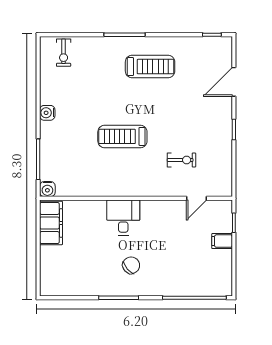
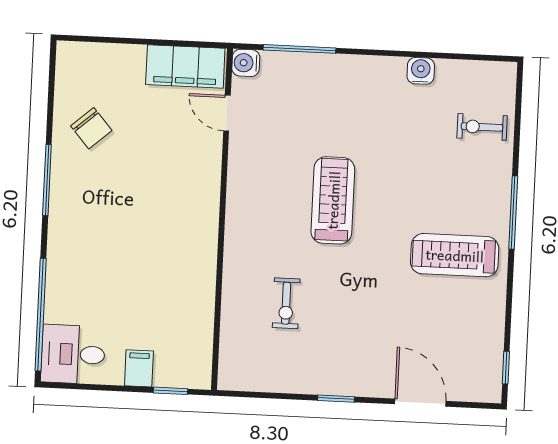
exercise bike: (64, 53) -> (482, 127), moved
treadmill: (150, 67) -> (455, 255), turned 90
water cooler: (47, 113) -> (421, 71), moved
door: (196, 198) -> (227, 113), moved
desk: (123, 218) -> (73, 354), moved, turned 180
chair: (131, 265) -> (91, 128), moved

